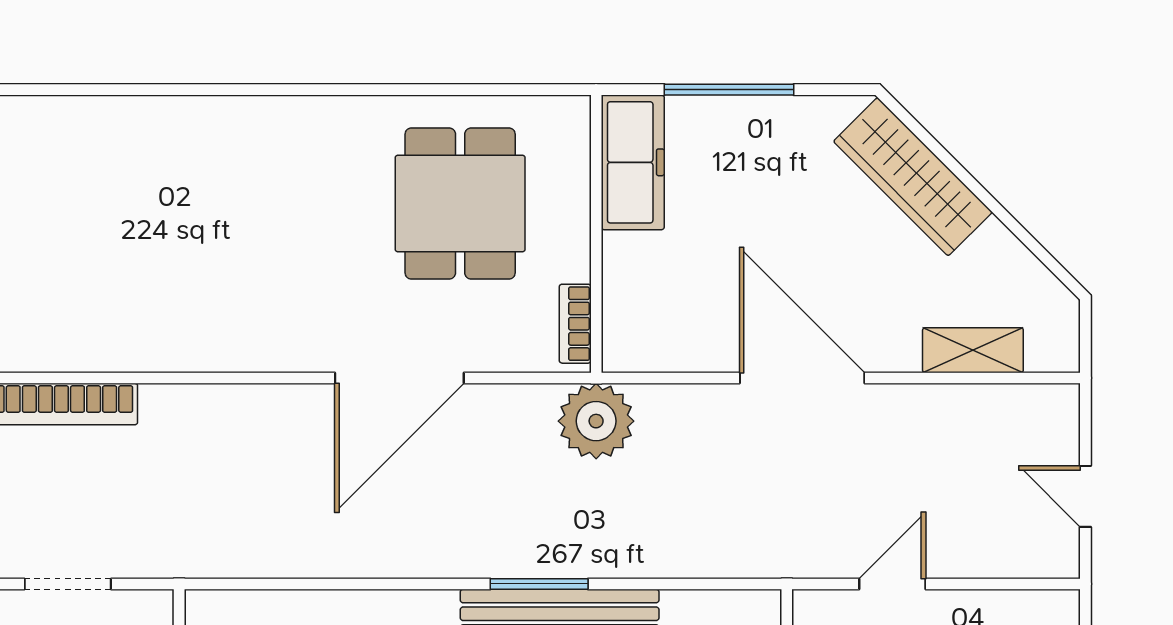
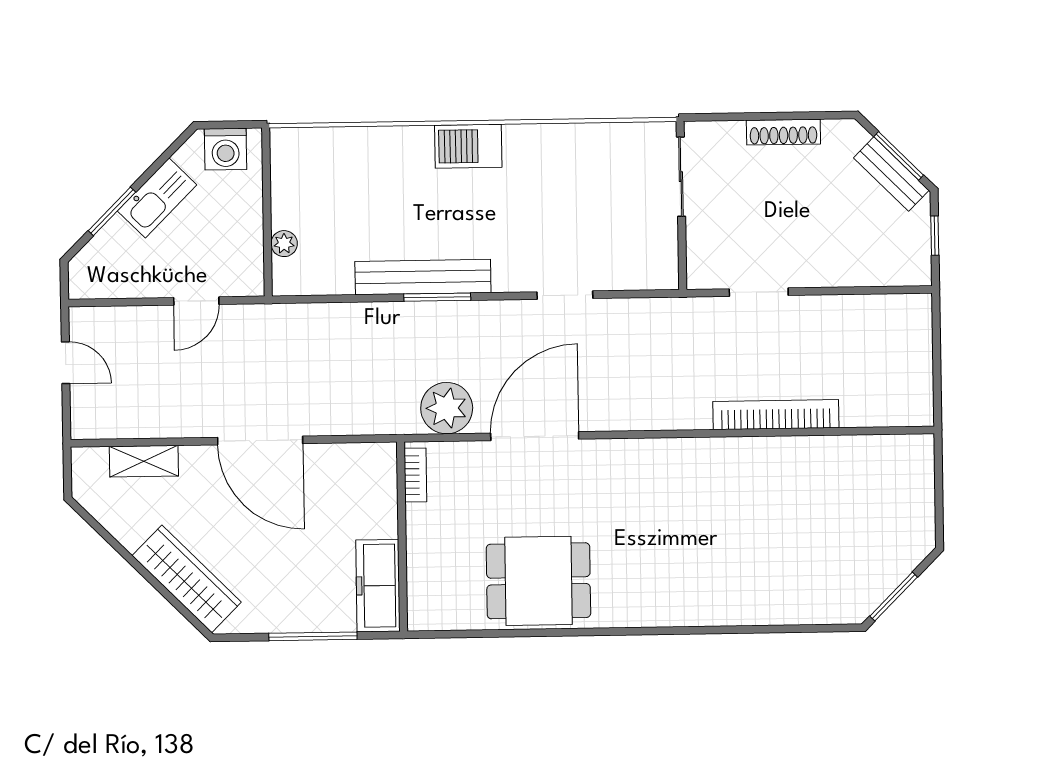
dining table: (460, 204) -> (538, 581), moved, turned 90
plant: (596, 421) -> (447, 408), moved
doorway: (352, 584) -> (565, 295), added

